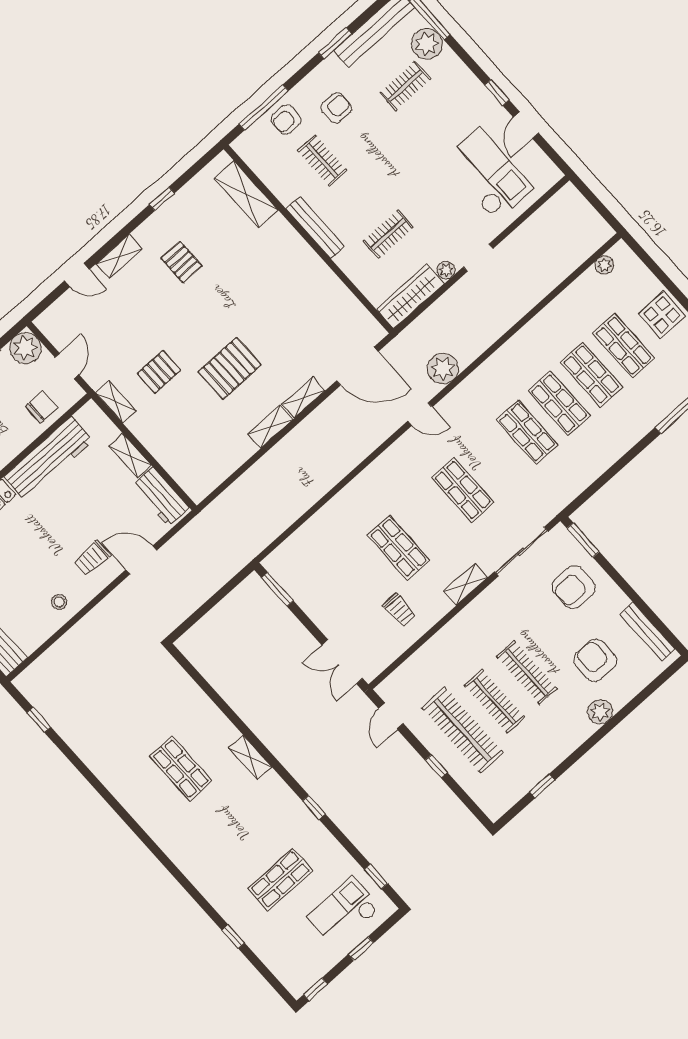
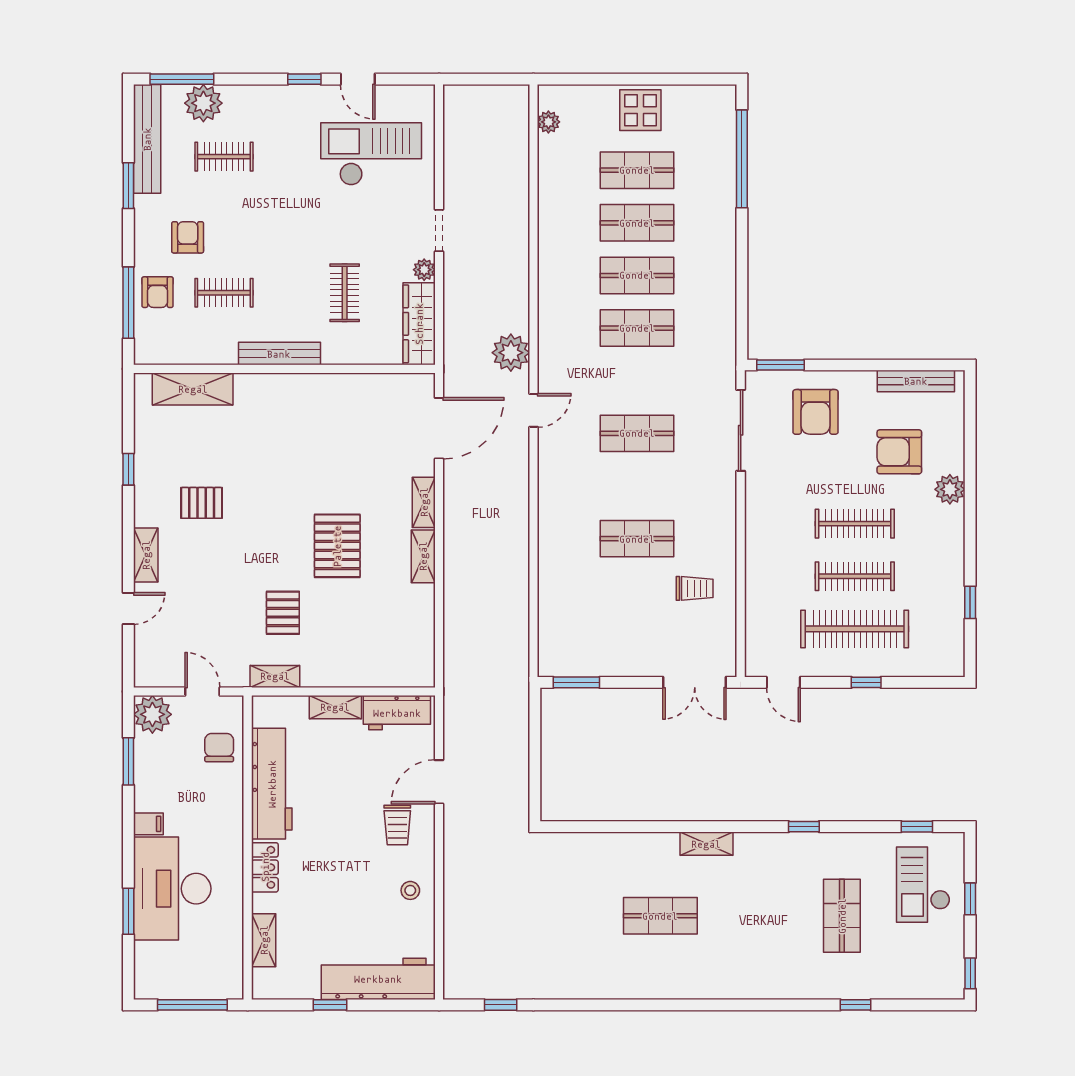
clothes rail: (405, 86) -> (224, 157), turned 90
shelving: (466, 584) -> (725, 507), removed

